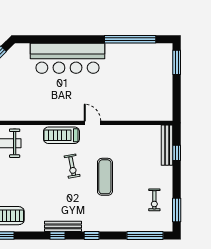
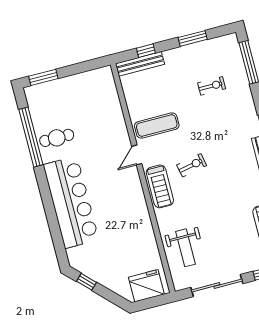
cafe table: (124, 60) -> (57, 138), added
exercise mat: (105, 177) -> (157, 126), moved
exercise bike: (154, 200) -> (212, 86), moved
window: (177, 210) -> (193, 38), moved

